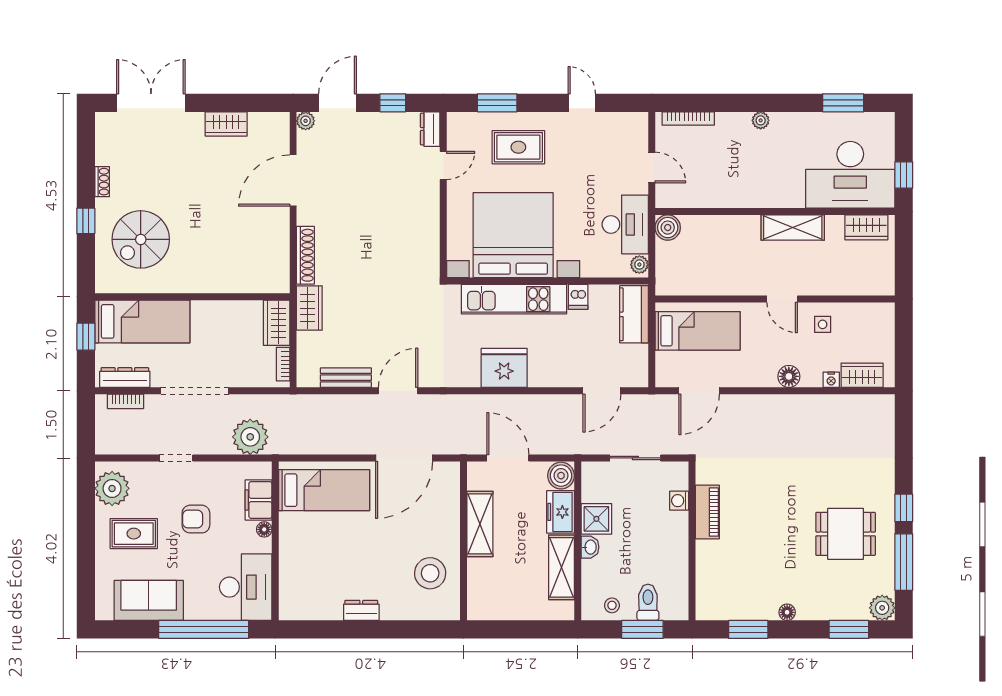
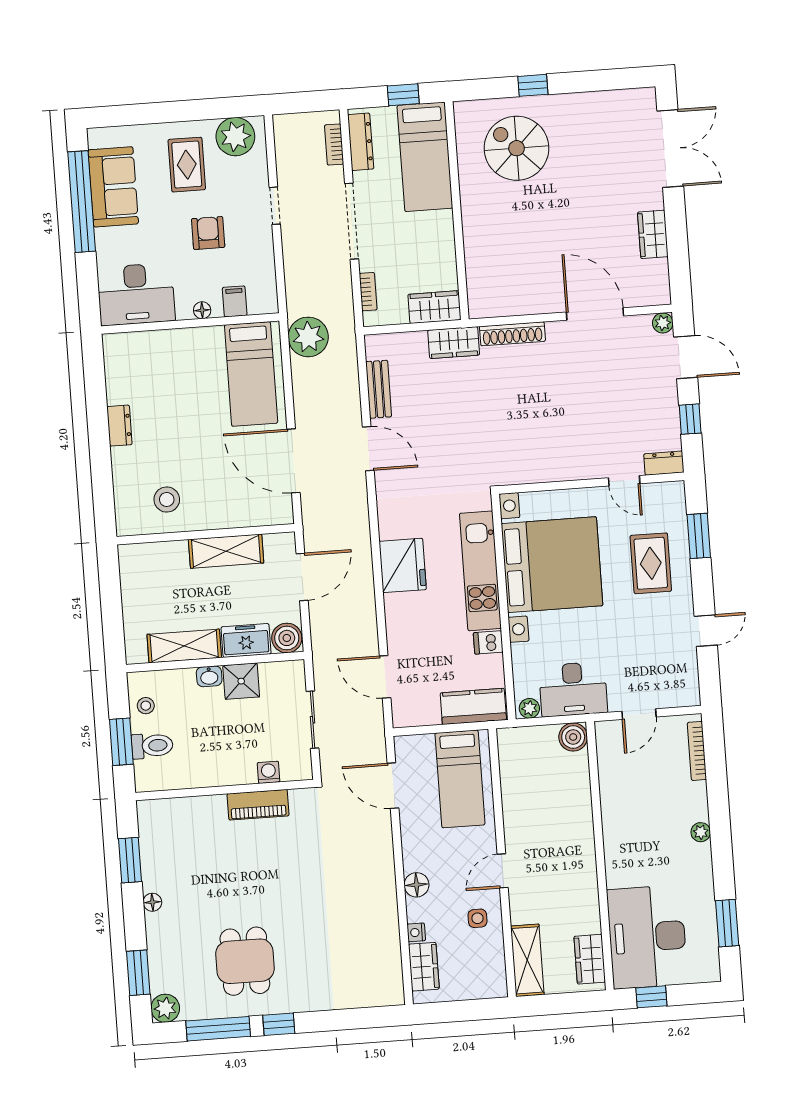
shoe rack: (102, 182) -> (578, 100), removed
shelving: (793, 228) -> (527, 960), moved
bookcase: (283, 364) -> (368, 292), moved, turned 90
plant: (250, 437) -> (308, 337), moved
filing cabinet: (258, 500) -> (235, 301), width x0.50
stool: (430, 573) -> (167, 500), width x0.73, depth x0.73
window: (204, 629) -> (82, 202), moved

